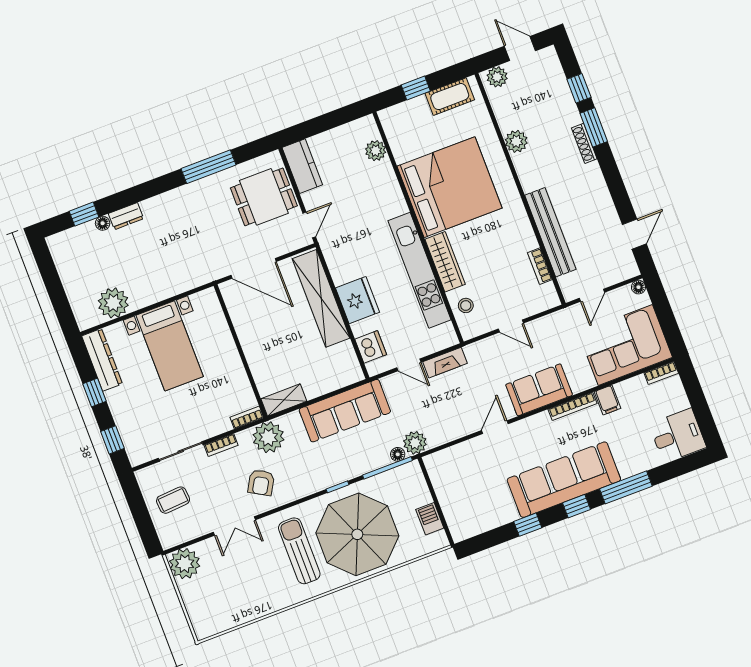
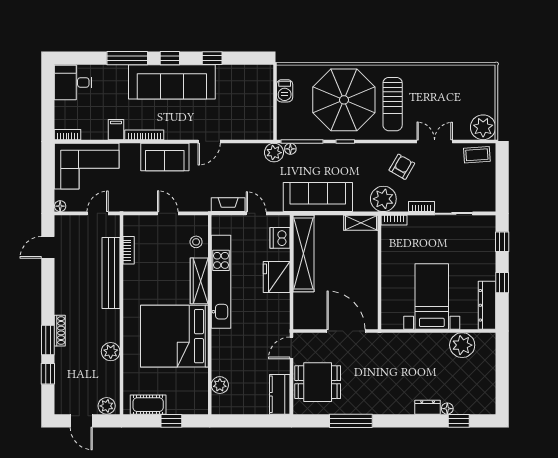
shelving: (321, 298) -> (303, 253), moved
coffee table: (173, 500) -> (477, 155), moved

